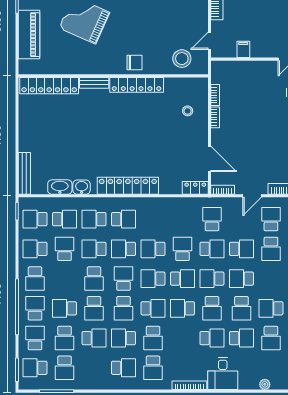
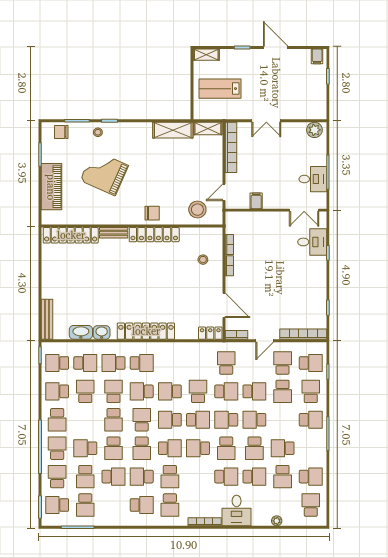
school desk: (94, 249) -> (113, 391), turned 90

